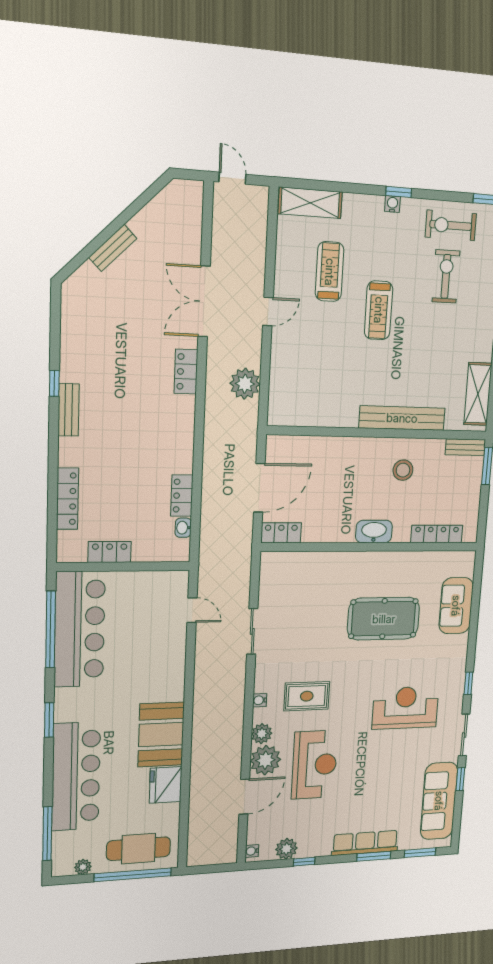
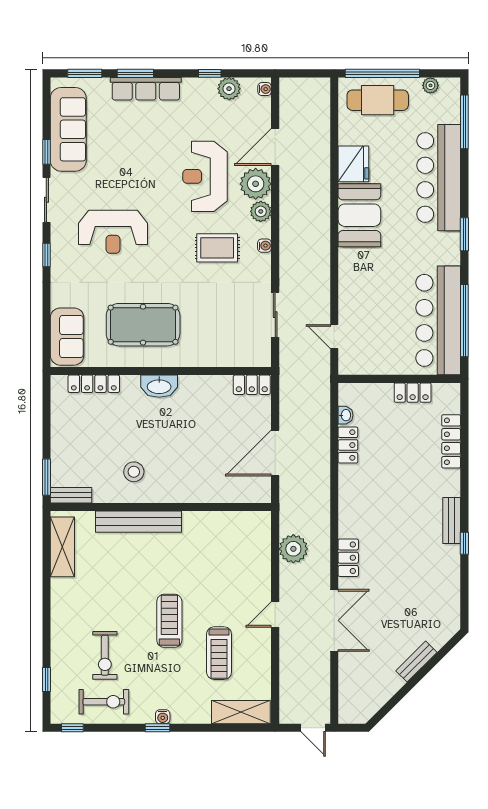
washbasin: (374, 531) -> (159, 386), moved
locker: (281, 533) -> (252, 385), moved
locker: (437, 534) -> (94, 384), moved
wall: (371, 547) -> (161, 371), moved

